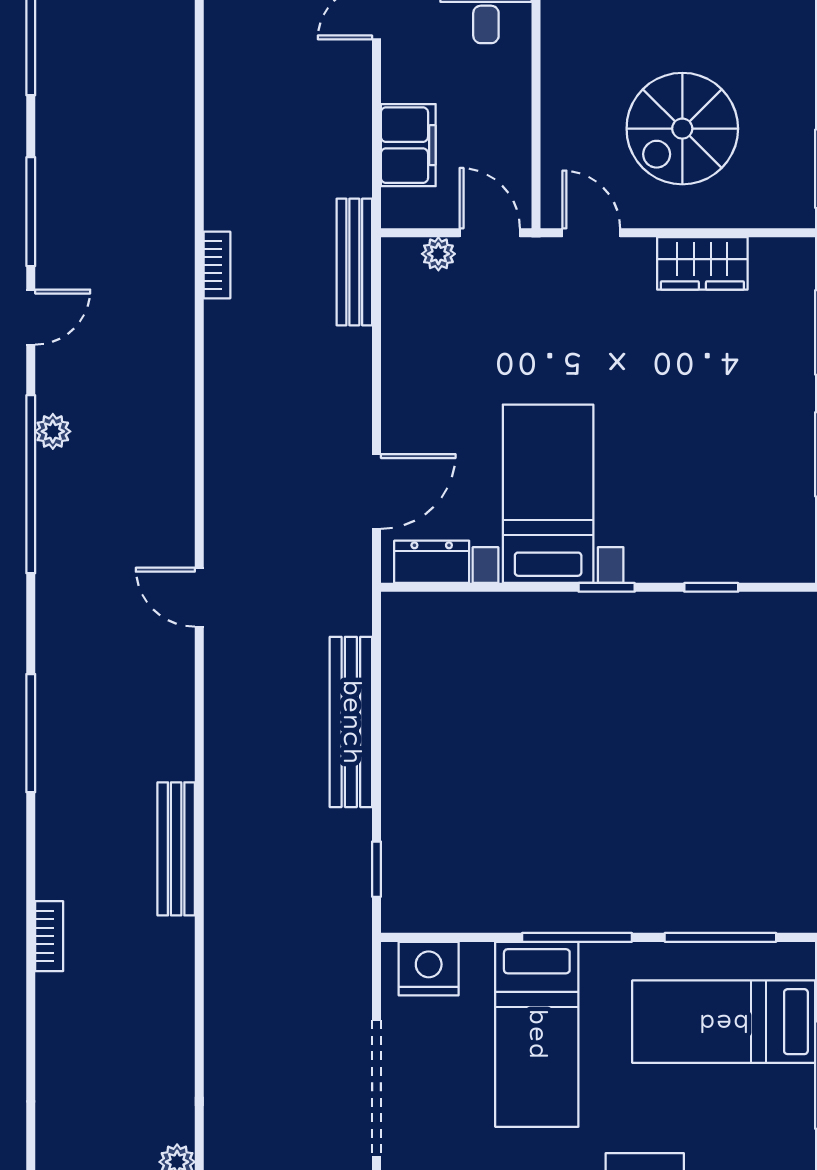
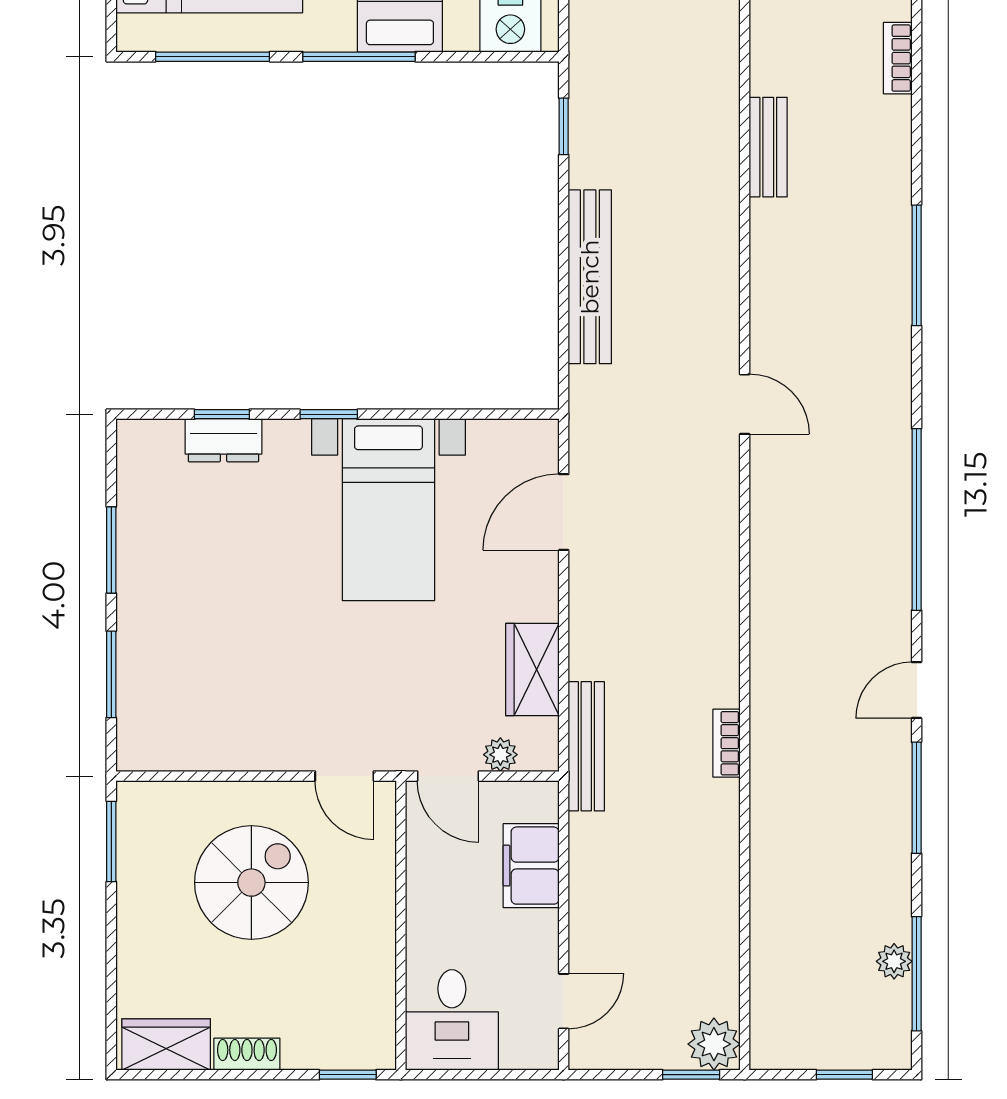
wardrobe: (702, 263) -> (532, 669), moved, turned -90
plant: (53, 431) -> (894, 961), moved
dresser: (432, 562) -> (223, 440), moved
bench: (176, 849) -> (768, 147), width x0.73

